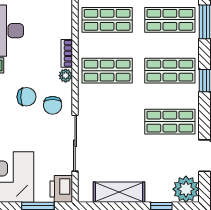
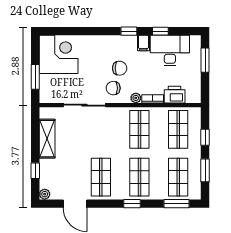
chair: (26, 97) -> (120, 68), turned -90
printer: (61, 189) -> (175, 95), moved
plant: (186, 189) -> (45, 194), width x0.53, depth x0.53

